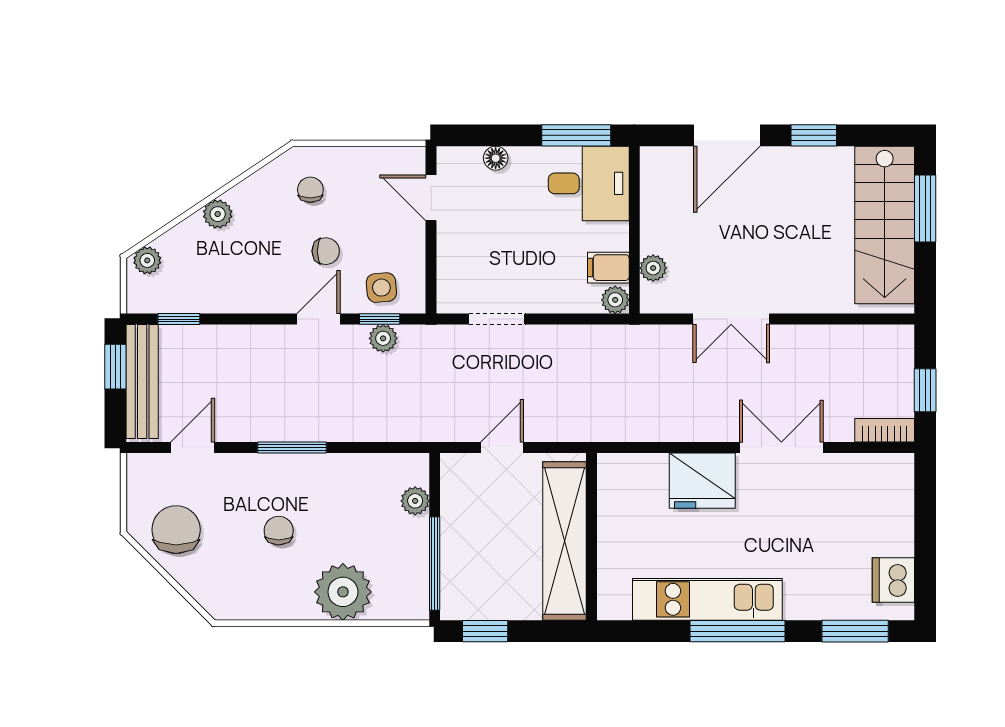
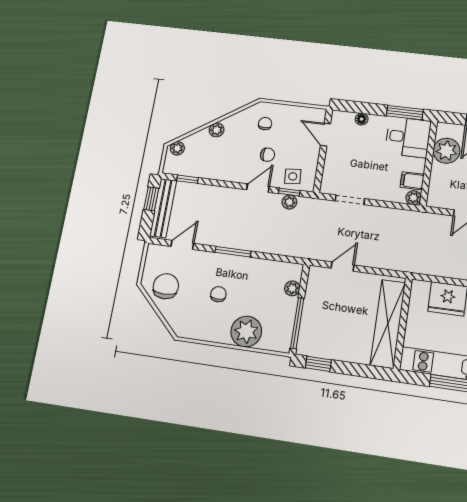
plant: (653, 268) -> (446, 151), moved, width x1.87, depth x1.87
wall: (592, 537) -> (403, 323), moved
shelving: (565, 541) -> (388, 324), moved

